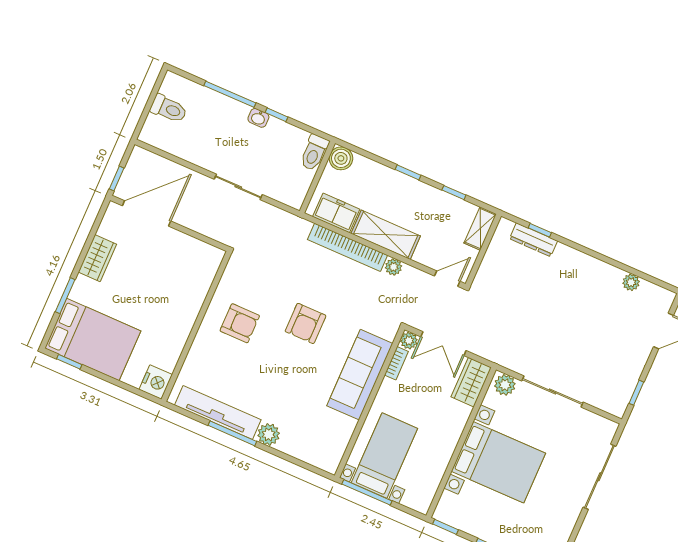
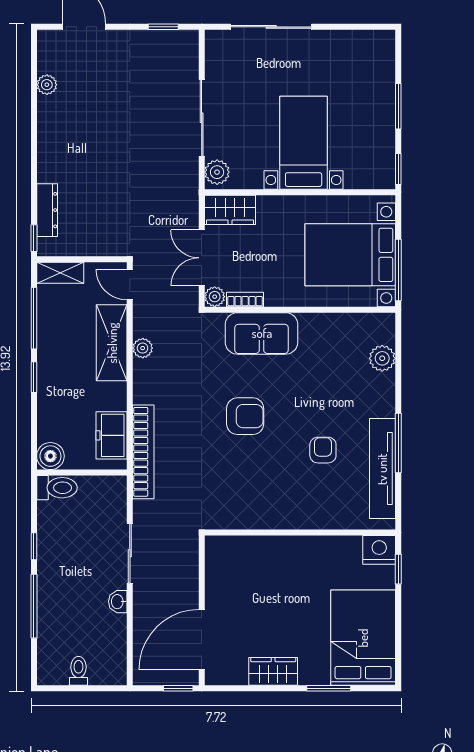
toilet: (169, 109) -> (79, 671), width x0.73, depth x0.72
washbasin: (258, 118) -> (118, 602), moved, turned 180
window: (454, 193) -> (34, 318), width x2.17
door: (147, 213) -> (202, 640), hinge flipped
window: (540, 230) -> (34, 238), moved
shelving: (386, 235) -> (112, 343), moved
bookcase: (348, 247) -> (143, 452), moved
armchair: (240, 323) -> (323, 450), moved, width x0.72, depth x0.72
double door: (443, 344) -> (202, 258), swing flipped
window: (69, 362) -> (398, 569), moved
sofa: (360, 375) -> (262, 333), width x0.73
plant: (269, 434) -> (382, 358), moved
bed with nightstands: (384, 456) -> (350, 255), width x1.36
bed with nightstands: (498, 462) -> (304, 143), width x0.73

